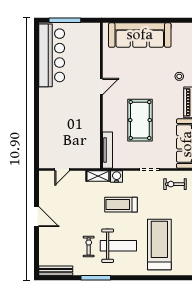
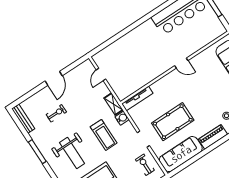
pool table: (140, 120) -> (173, 122), moved
door: (62, 169) -> (101, 74), hinge flipped
treadmill: (121, 205) -> (104, 135), turned 180
exercise bike: (89, 246) -> (56, 113), moved

